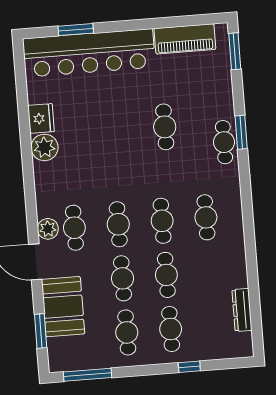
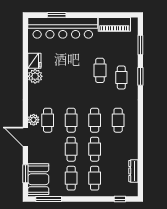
window: (235, 51) -> (140, 45), moved
cafe table: (224, 142) -> (121, 78), moved
booth: (63, 307) -> (38, 179), moved
window: (189, 367) -> (120, 199), moved

